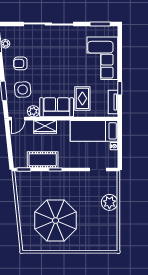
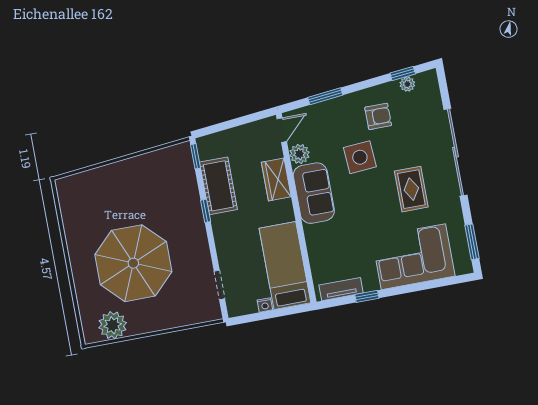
armchair: (20, 63) -> (378, 116), turned 90
side table: (23, 90) -> (360, 157), moved
rug: (82, 98) -> (411, 189), moved, turned 90
door: (18, 119) -> (282, 130), swing flipped
plant: (109, 202) -> (113, 325), moved
parasol: (56, 221) -> (133, 263), moved

